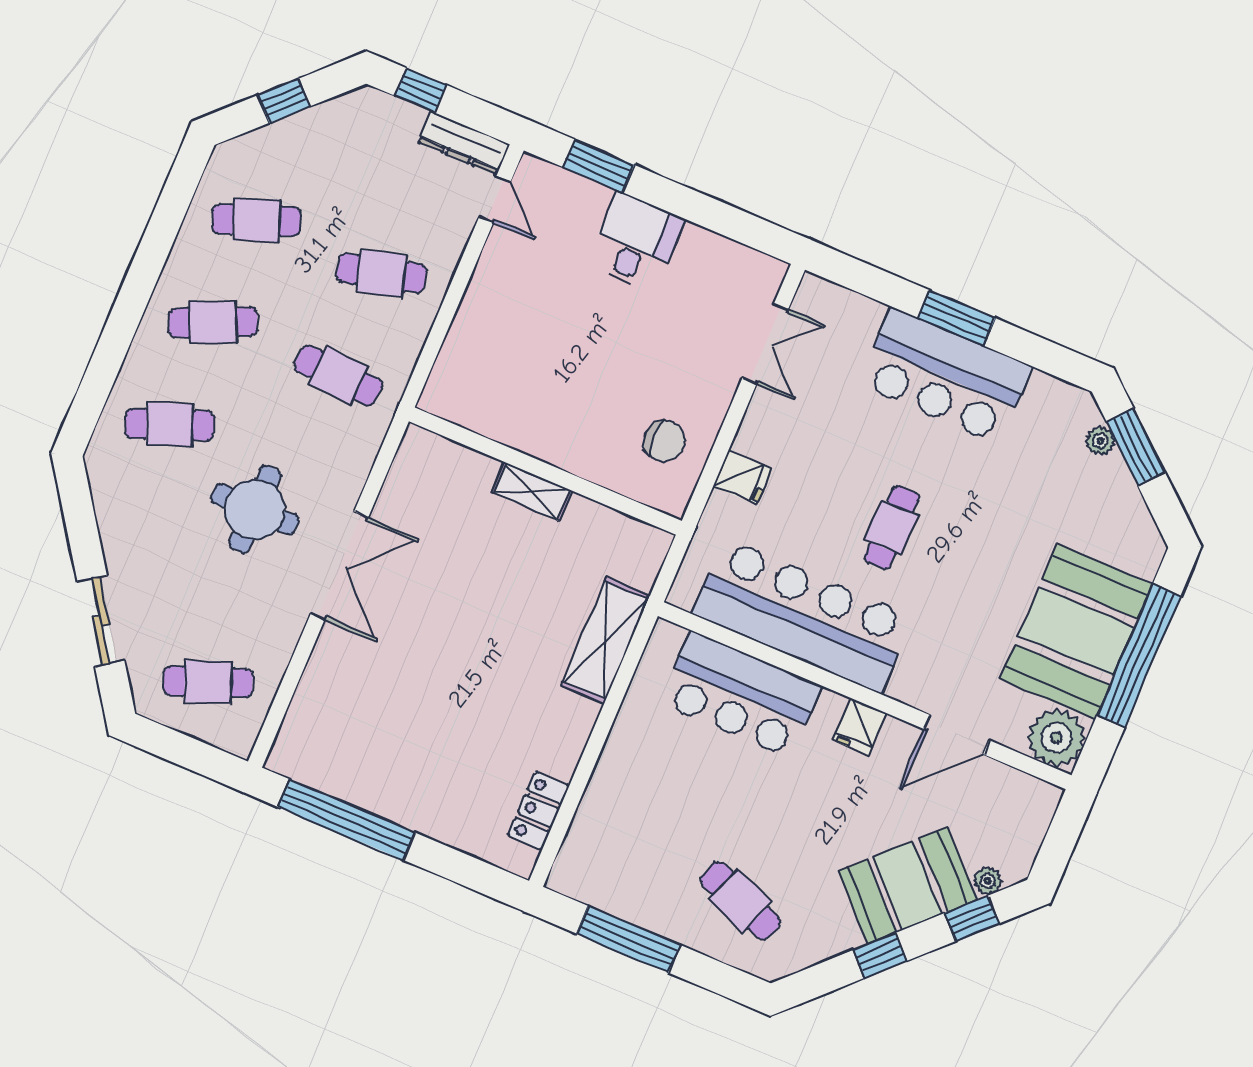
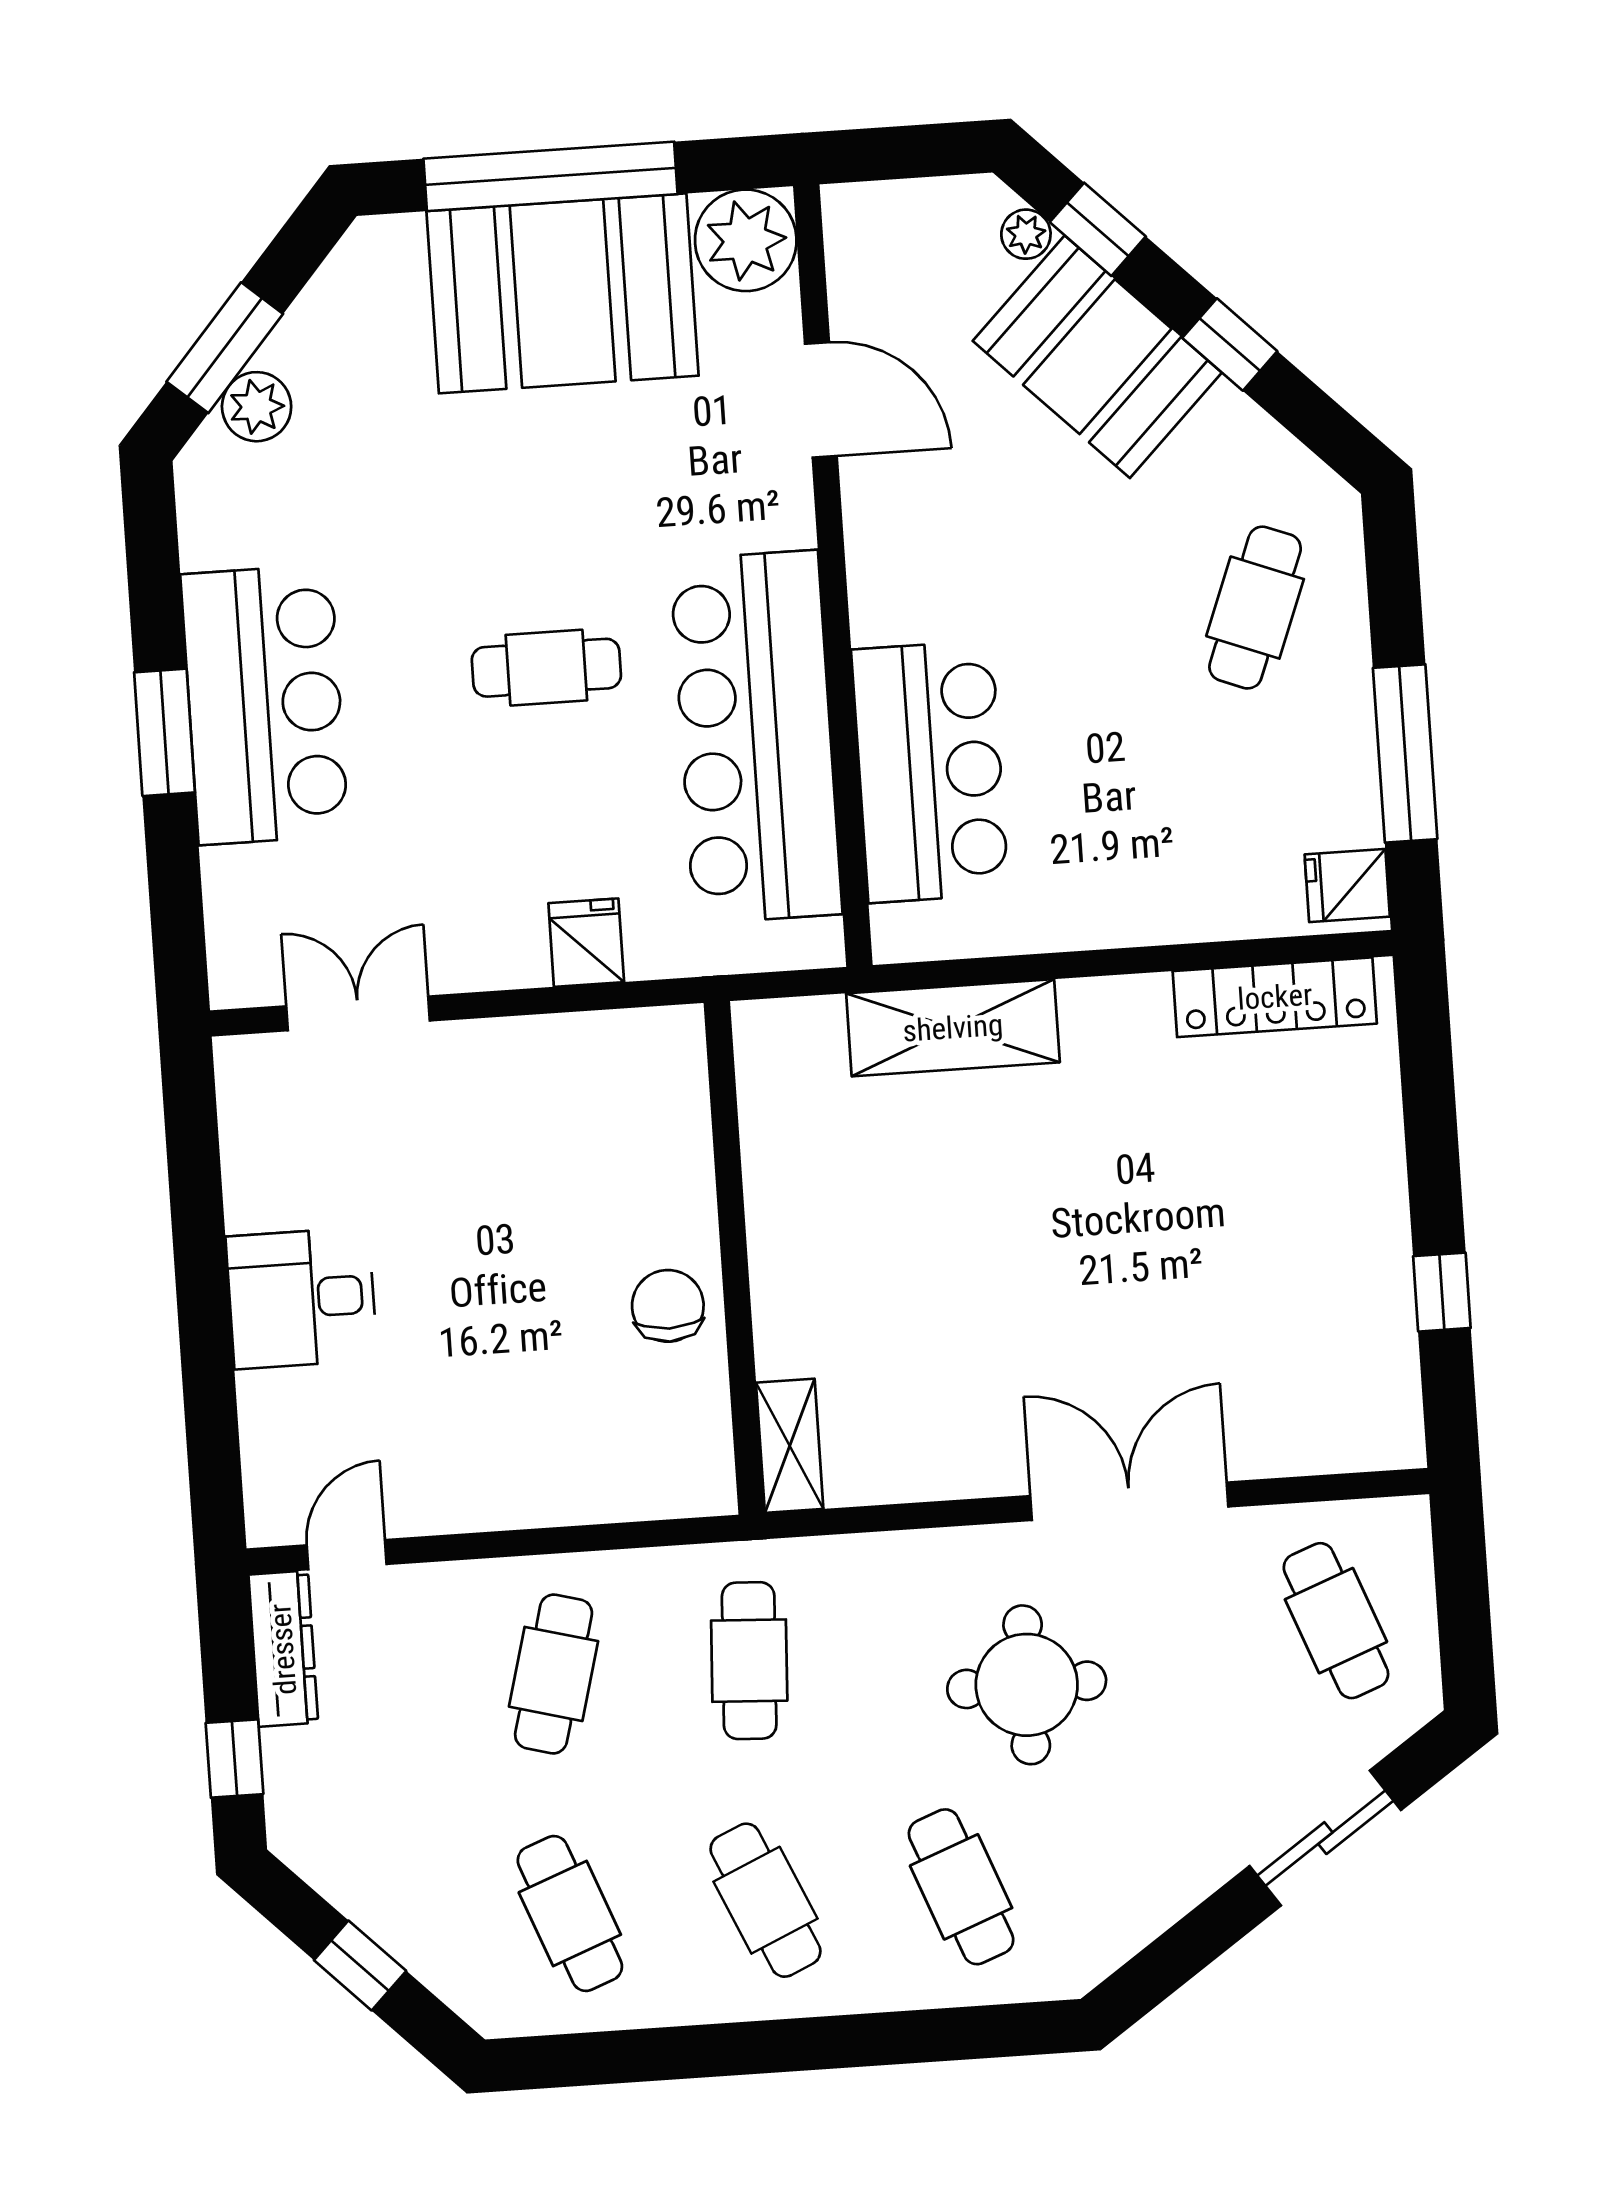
window: (599, 166) -> (211, 1418), removed
cafe table: (382, 273) -> (554, 1674), turned 30
chair: (665, 441) -> (668, 1306), moved
plant: (1100, 441) -> (257, 407), width x1.38, depth x1.38
shelving: (532, 491) -> (790, 1446), moved
double door: (339, 566) -> (1129, 1501), moved
fridge: (860, 727) -> (1347, 886), moved, turned 180
locker: (539, 811) -> (1275, 997), width x1.53
window: (347, 820) -> (1442, 1292), width x0.32

